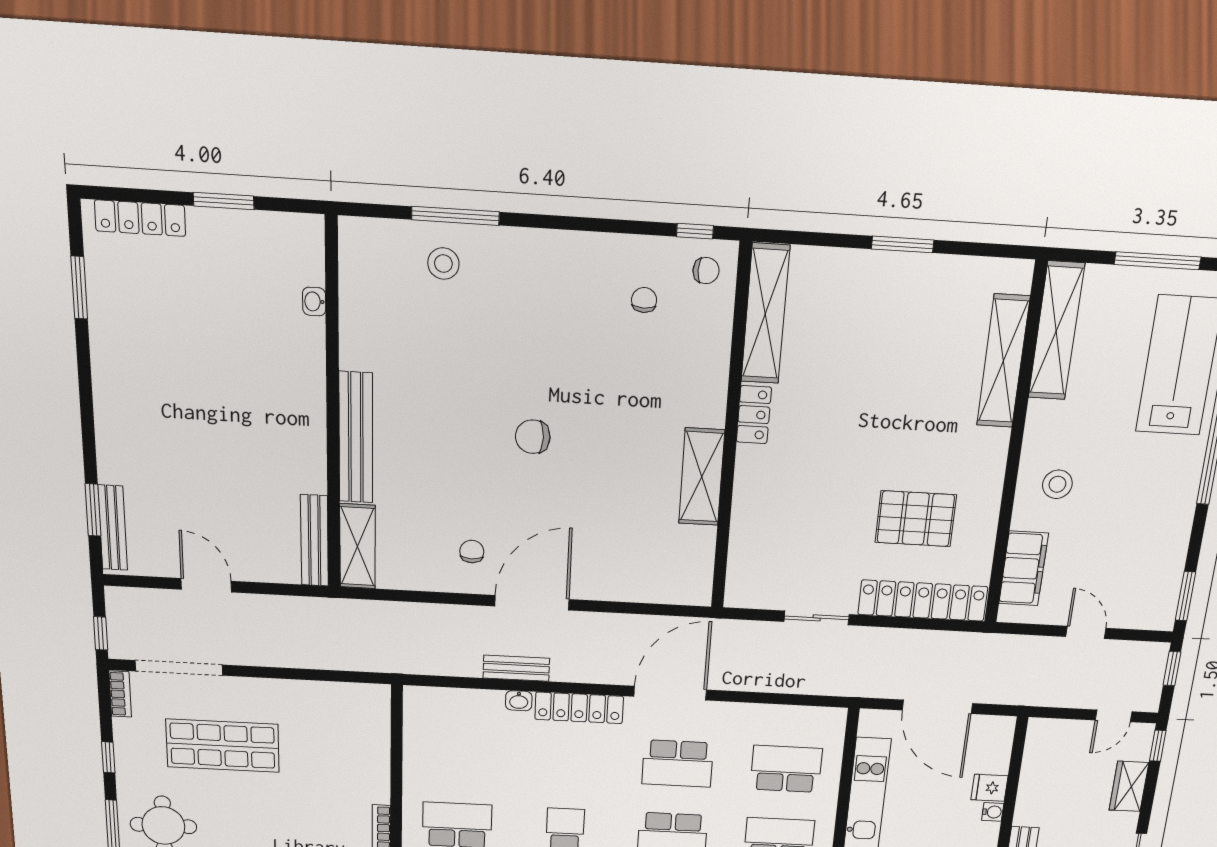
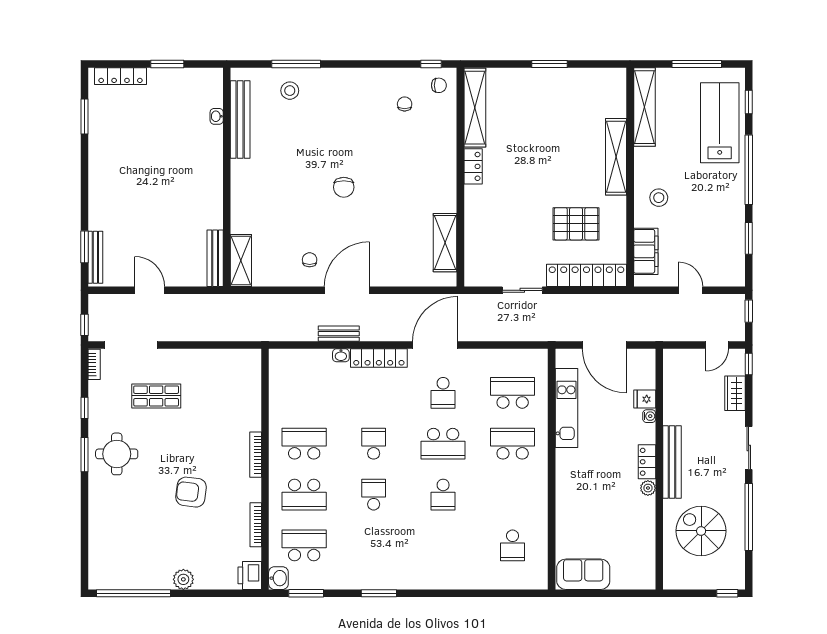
shelving: (1003, 361) -> (616, 157), moved
chair: (533, 437) -> (344, 187), turned -90
bench: (356, 438) -> (240, 120), moved
shelving: (702, 477) -> (445, 243), moved
window: (1185, 596) -> (749, 238), moved
shop shelf: (223, 746) -> (156, 396), width x0.70, depth x0.74
school desk: (678, 763) -> (443, 393), width x0.54

